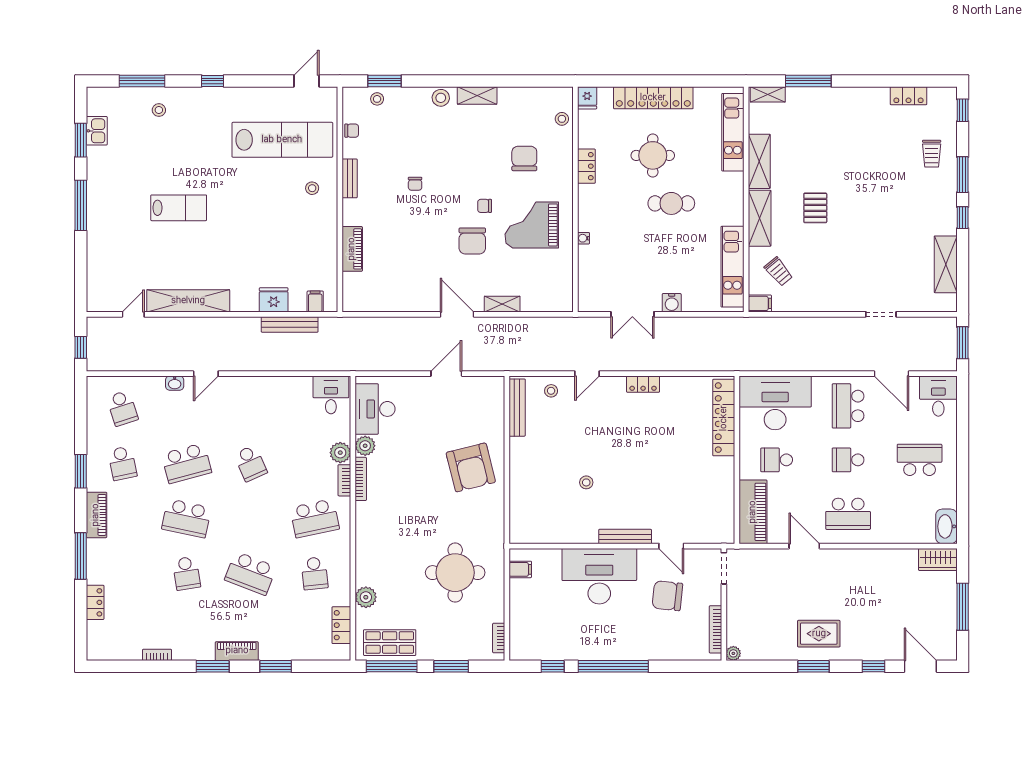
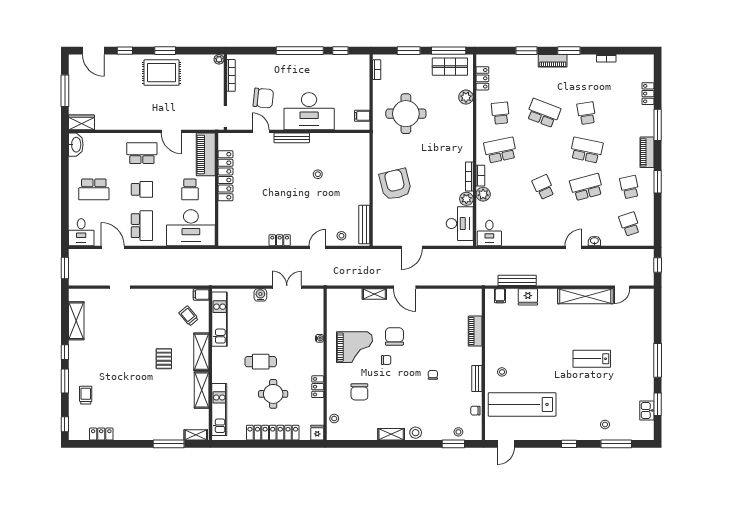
locker: (724, 418) -> (225, 176), moved
school desk: (777, 460) -> (190, 189), turned 90
rug: (819, 634) -> (162, 73), width x1.36, depth x1.43

